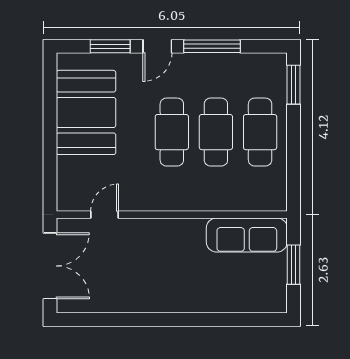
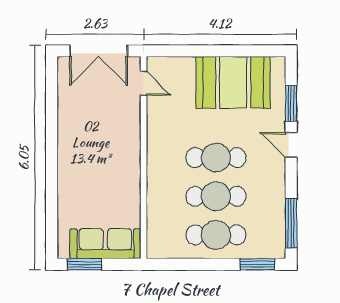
window: (212, 46) -> (291, 223), moved
door: (105, 215) -> (144, 83), moved
sofa: (247, 235) -> (105, 244), moved, turned 90
window: (294, 265) -> (85, 264), moved

